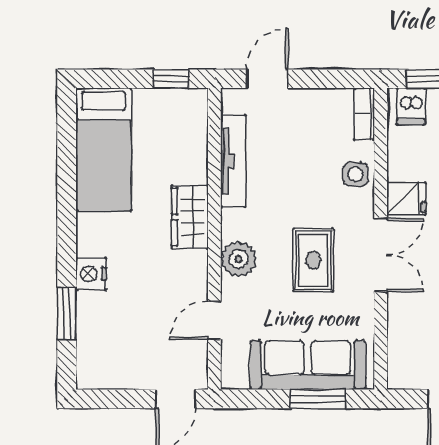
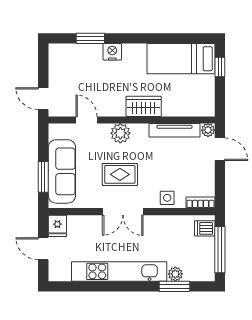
window: (171, 79) -> (220, 67), moved
plant: (233, 100) -> (208, 130), added
fridge: (406, 198) -> (57, 226), moved

